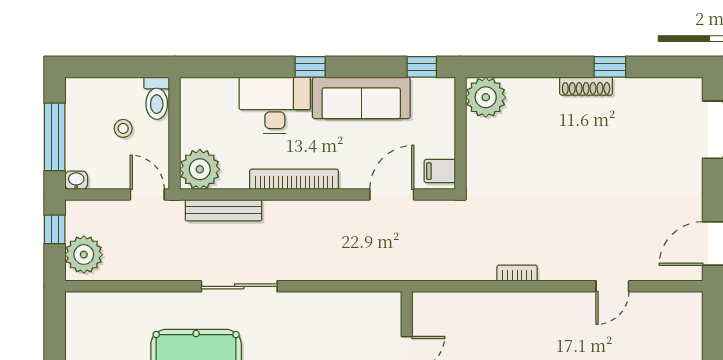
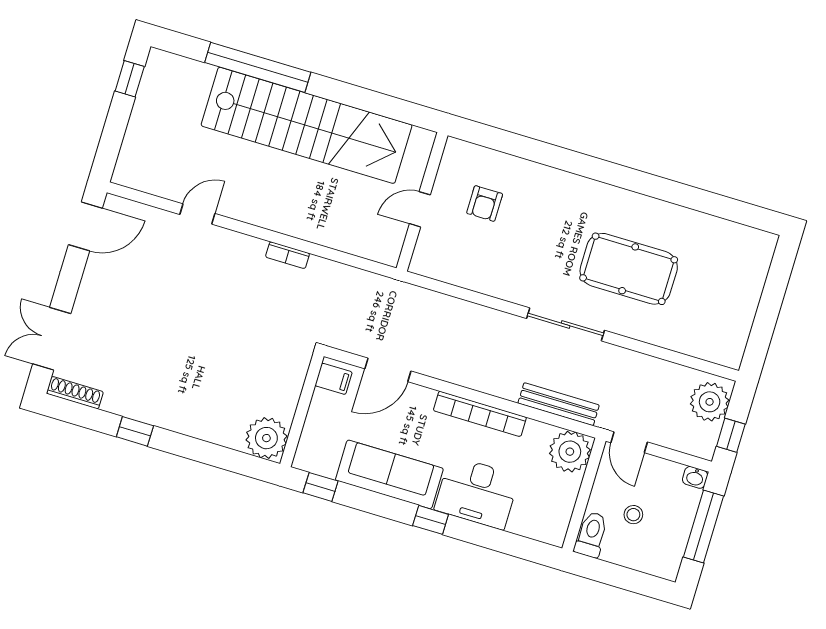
shoe rack: (586, 86) -> (75, 393), moved

